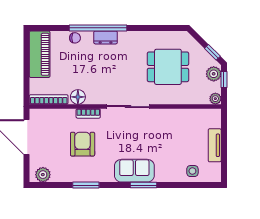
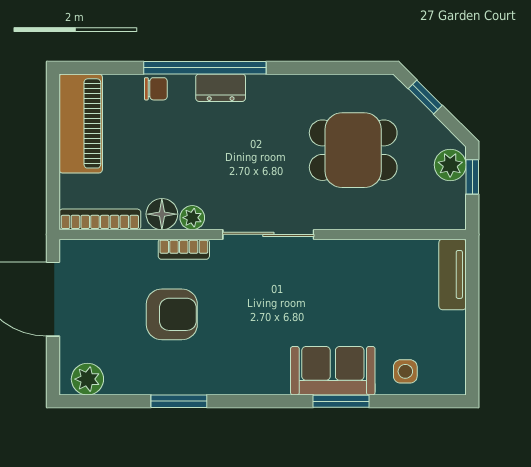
window: (212, 52) -> (425, 97), moved
plant: (215, 99) -> (192, 218), moved
armchair: (83, 144) -> (172, 314), turned 90
tv unit: (215, 145) -> (453, 274), moved
sofa: (134, 171) -> (333, 371), moved
window: (144, 185) -> (341, 401), moved

